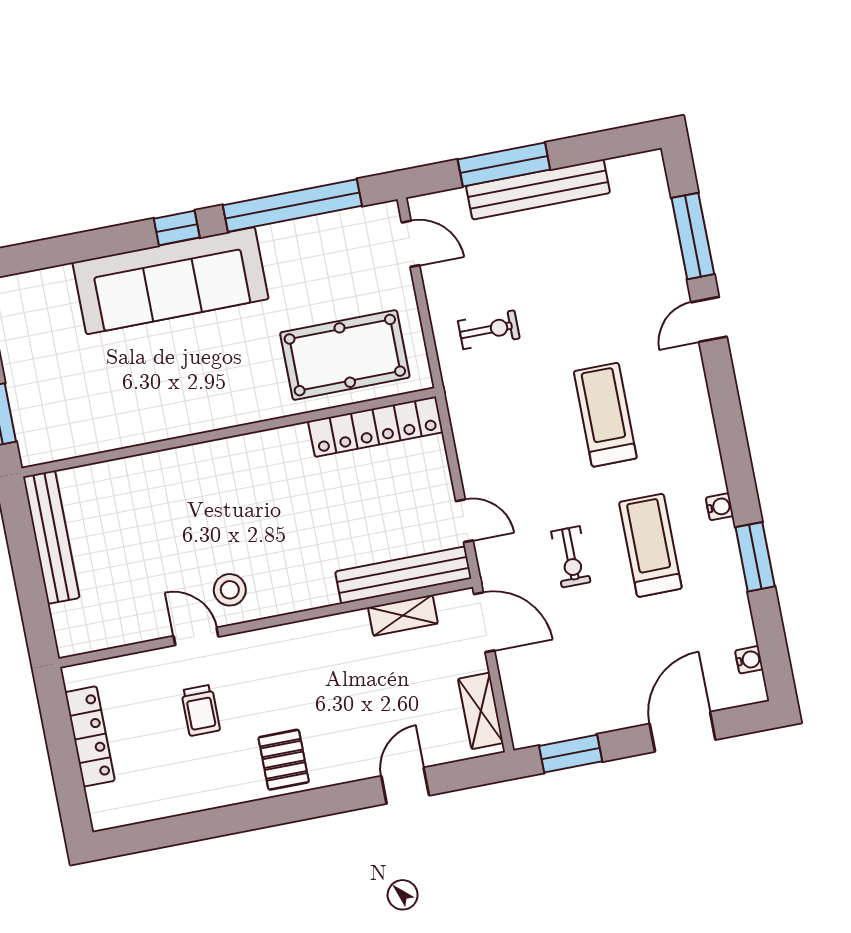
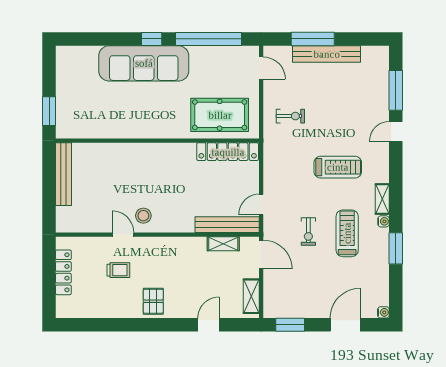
treadmill: (605, 415) -> (338, 167), turned 90
shelving: (708, 462) -> (382, 199), added
door: (464, 521) -> (261, 204), swing flipped
water cooler: (749, 660) -> (383, 312), moved
trolley: (201, 710) -> (118, 270), turned -90

